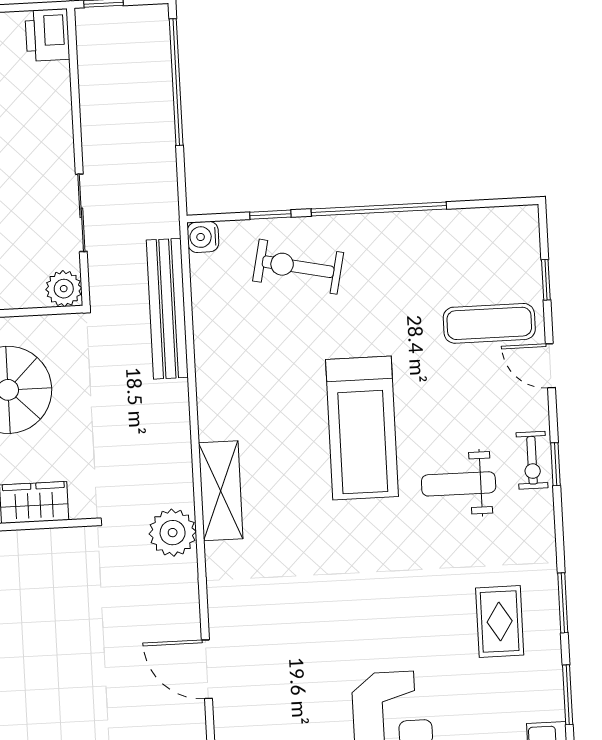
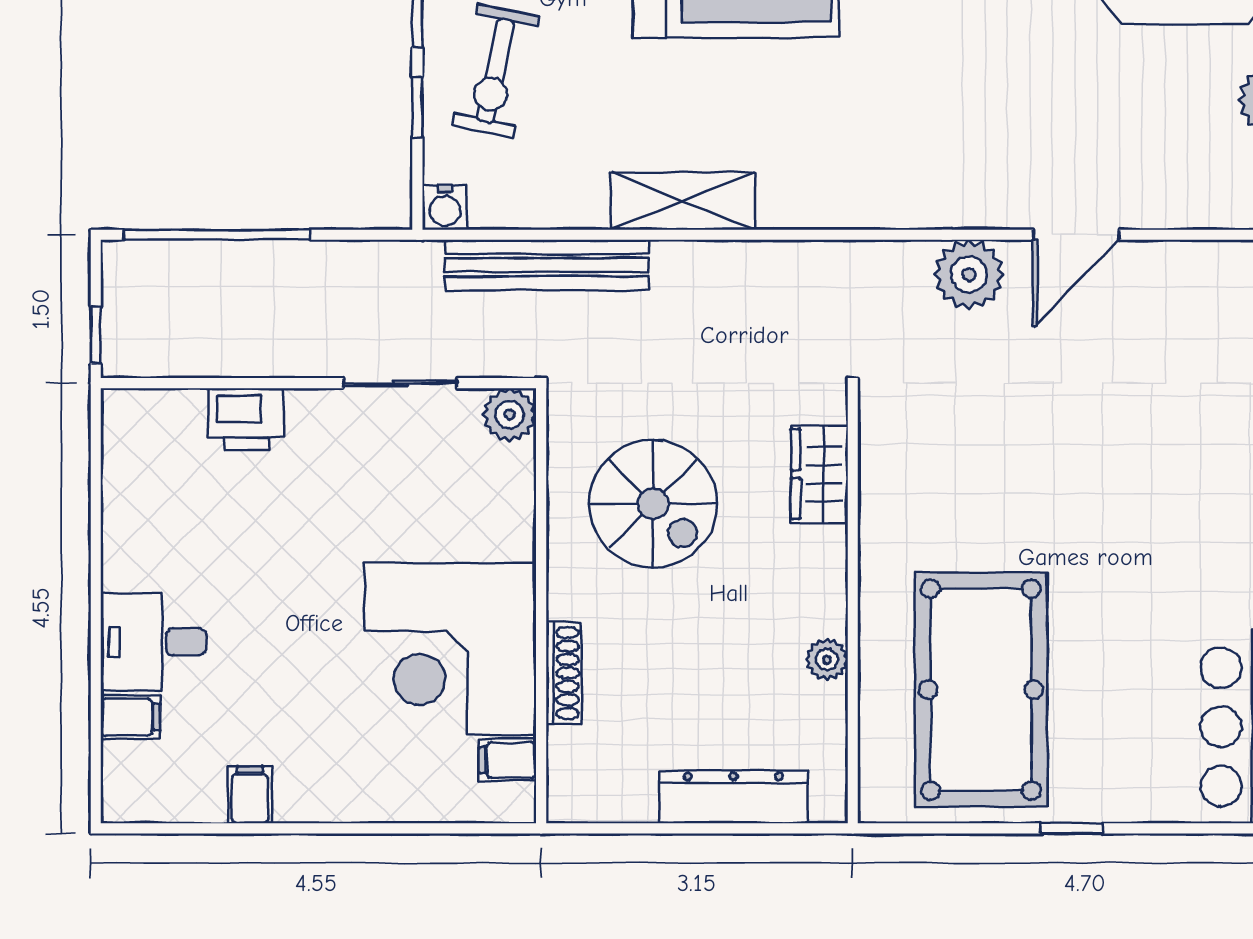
printer: (47, 35) -> (246, 419), moved
shelving: (221, 491) -> (683, 201), moved
plant: (173, 533) -> (969, 274), moved

